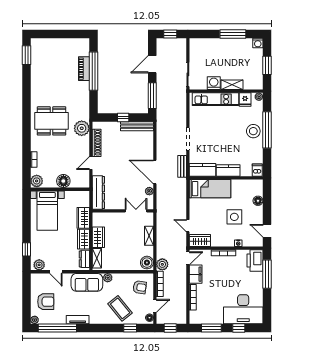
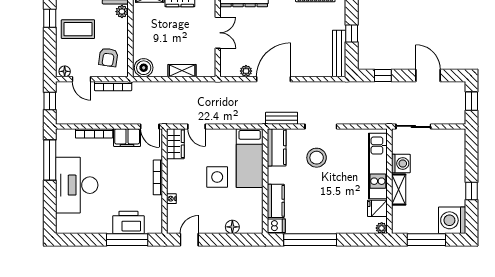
window: (233, 34) -> (471, 191), width x0.46
washing machine: (258, 43) -> (452, 220), width x1.89, depth x1.89
window: (267, 65) -> (426, 240), width x1.44
window: (152, 96) -> (383, 75), width x0.46
window: (267, 130) -> (310, 240), moved
stool: (253, 131) -> (317, 158), moved
kitchen counter: (228, 170) -> (276, 201), moved
double door: (136, 211) -> (218, 33), moved
side table: (234, 217) -> (217, 177), moved
door: (188, 226) -> (197, 126), swing flipped
printer: (255, 261) -> (128, 222), moved
plant: (162, 264) -> (141, 90), removed
coffee table: (120, 308) -> (78, 29), turned 39
desk: (243, 309) -> (77, 185), moved
window: (130, 328) -> (50, 18), moved
window: (211, 328) -> (50, 160), width x1.44
window: (239, 328) -> (50, 199), removed

